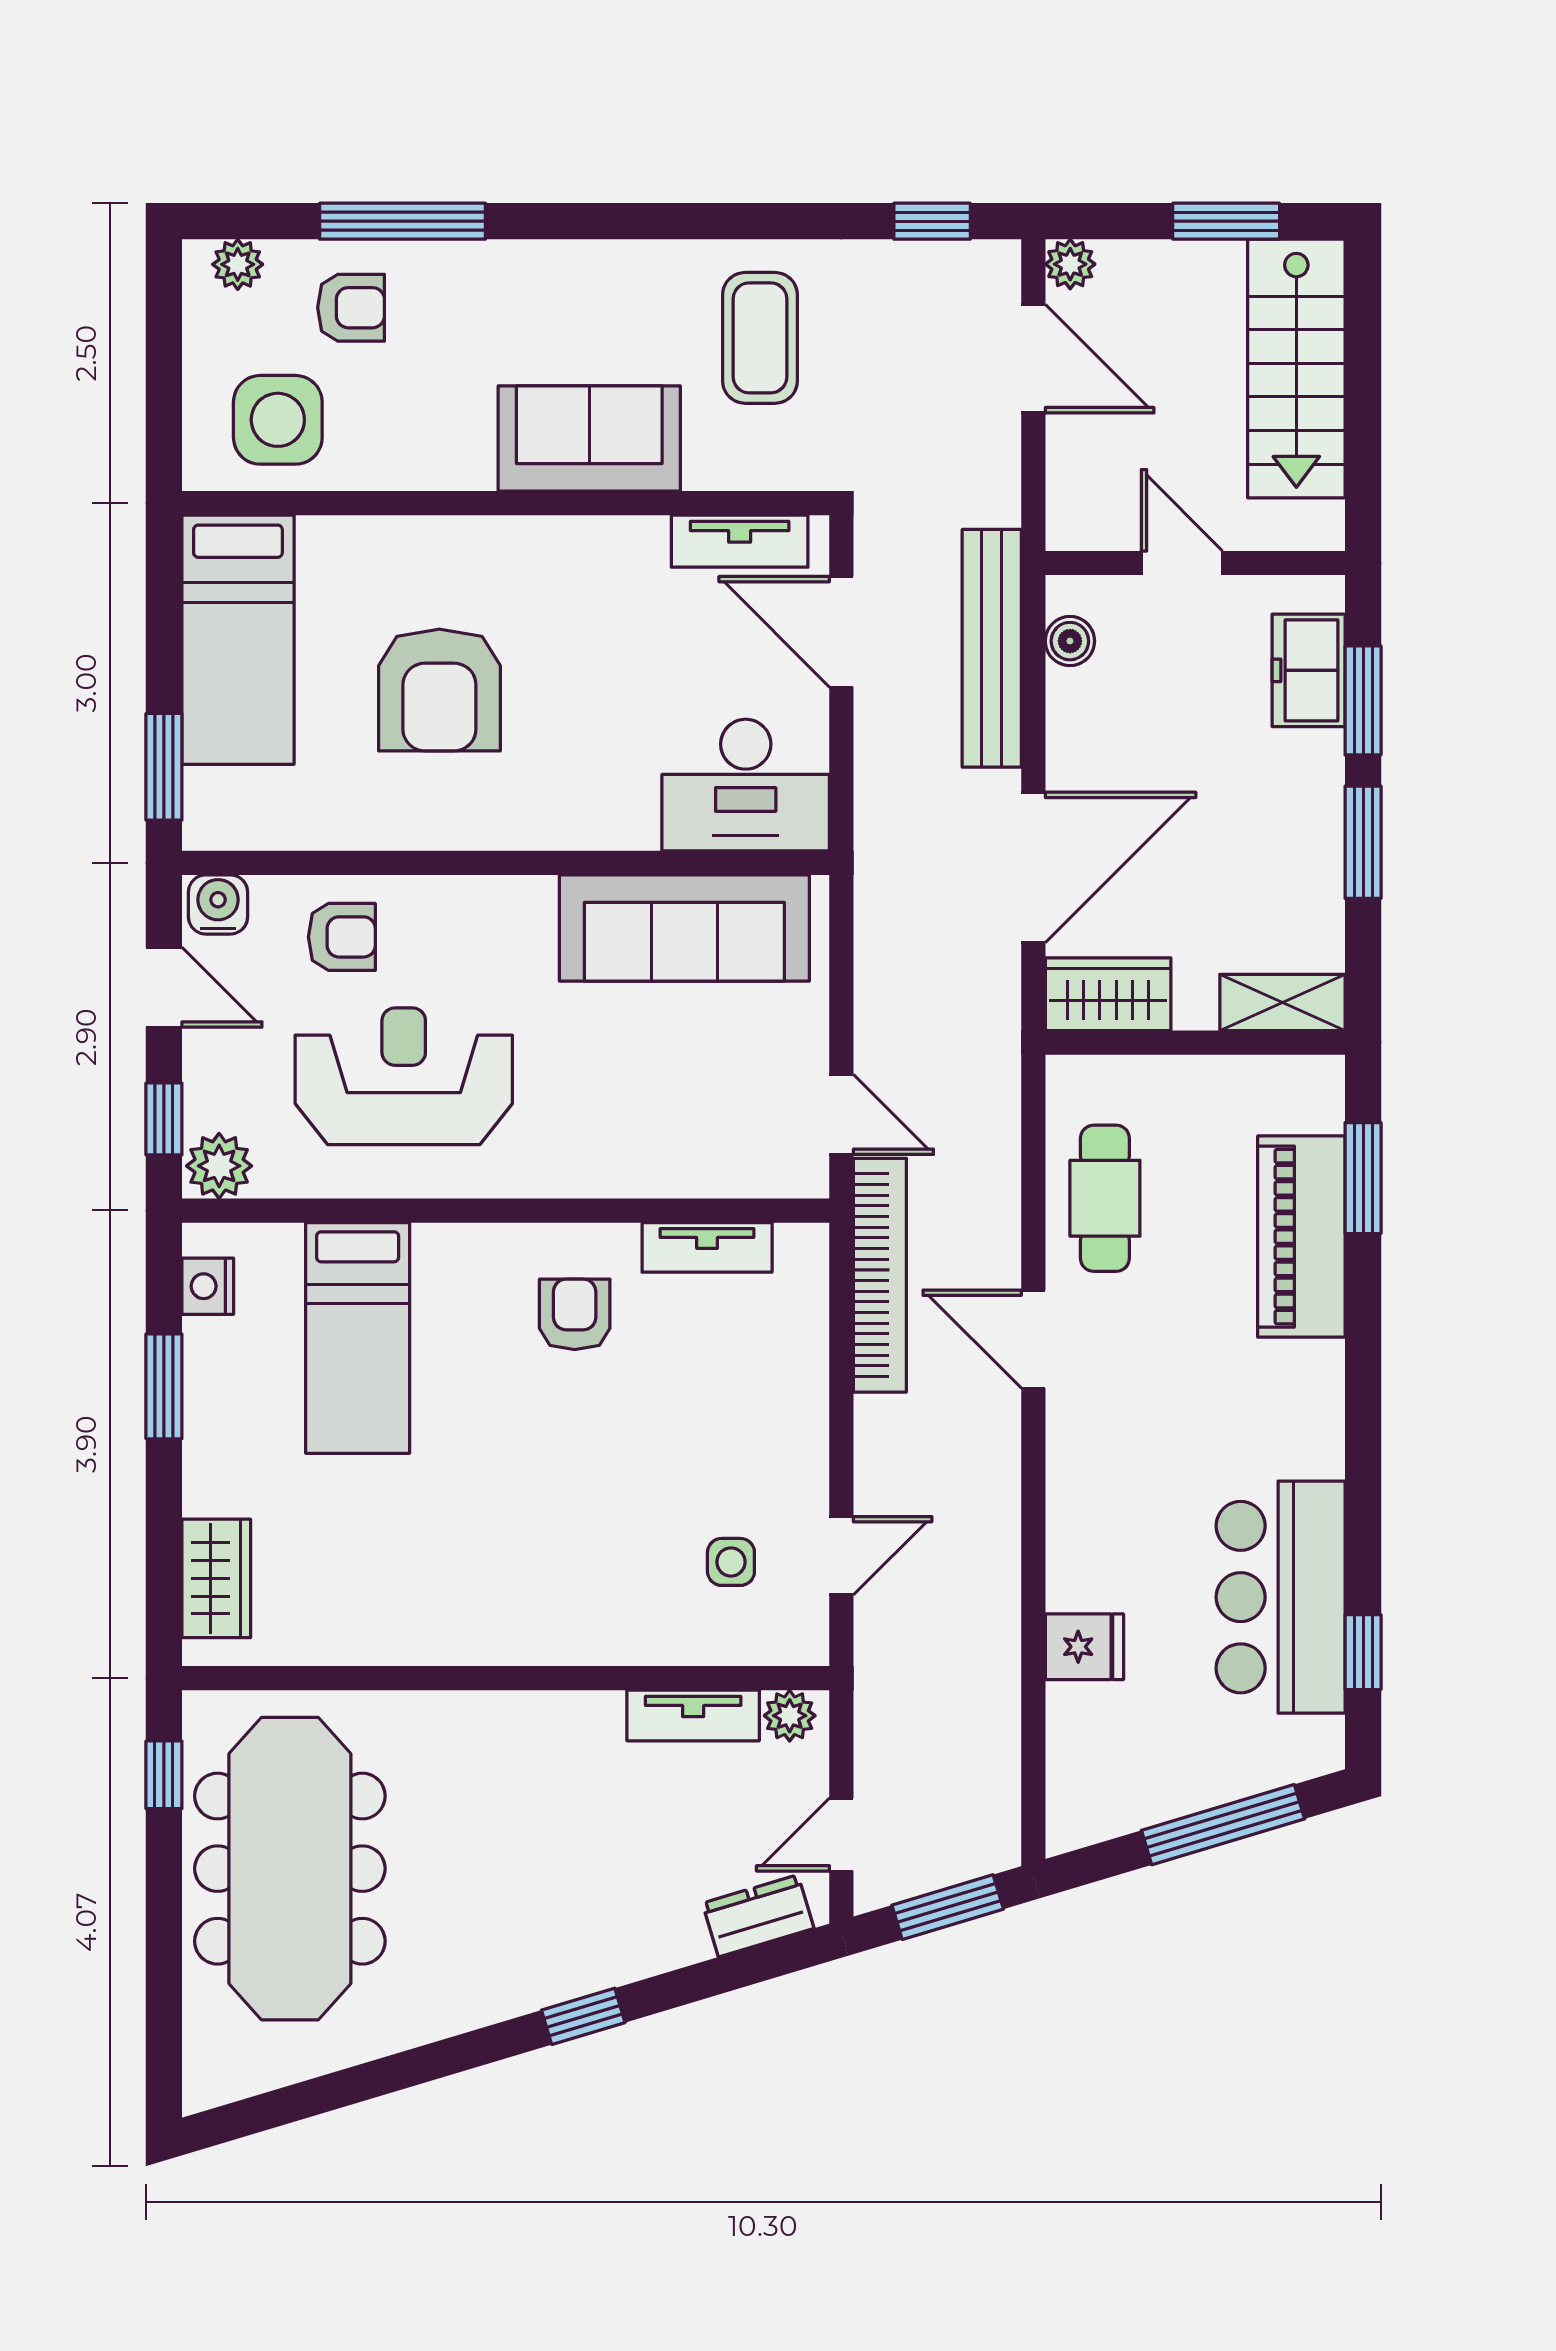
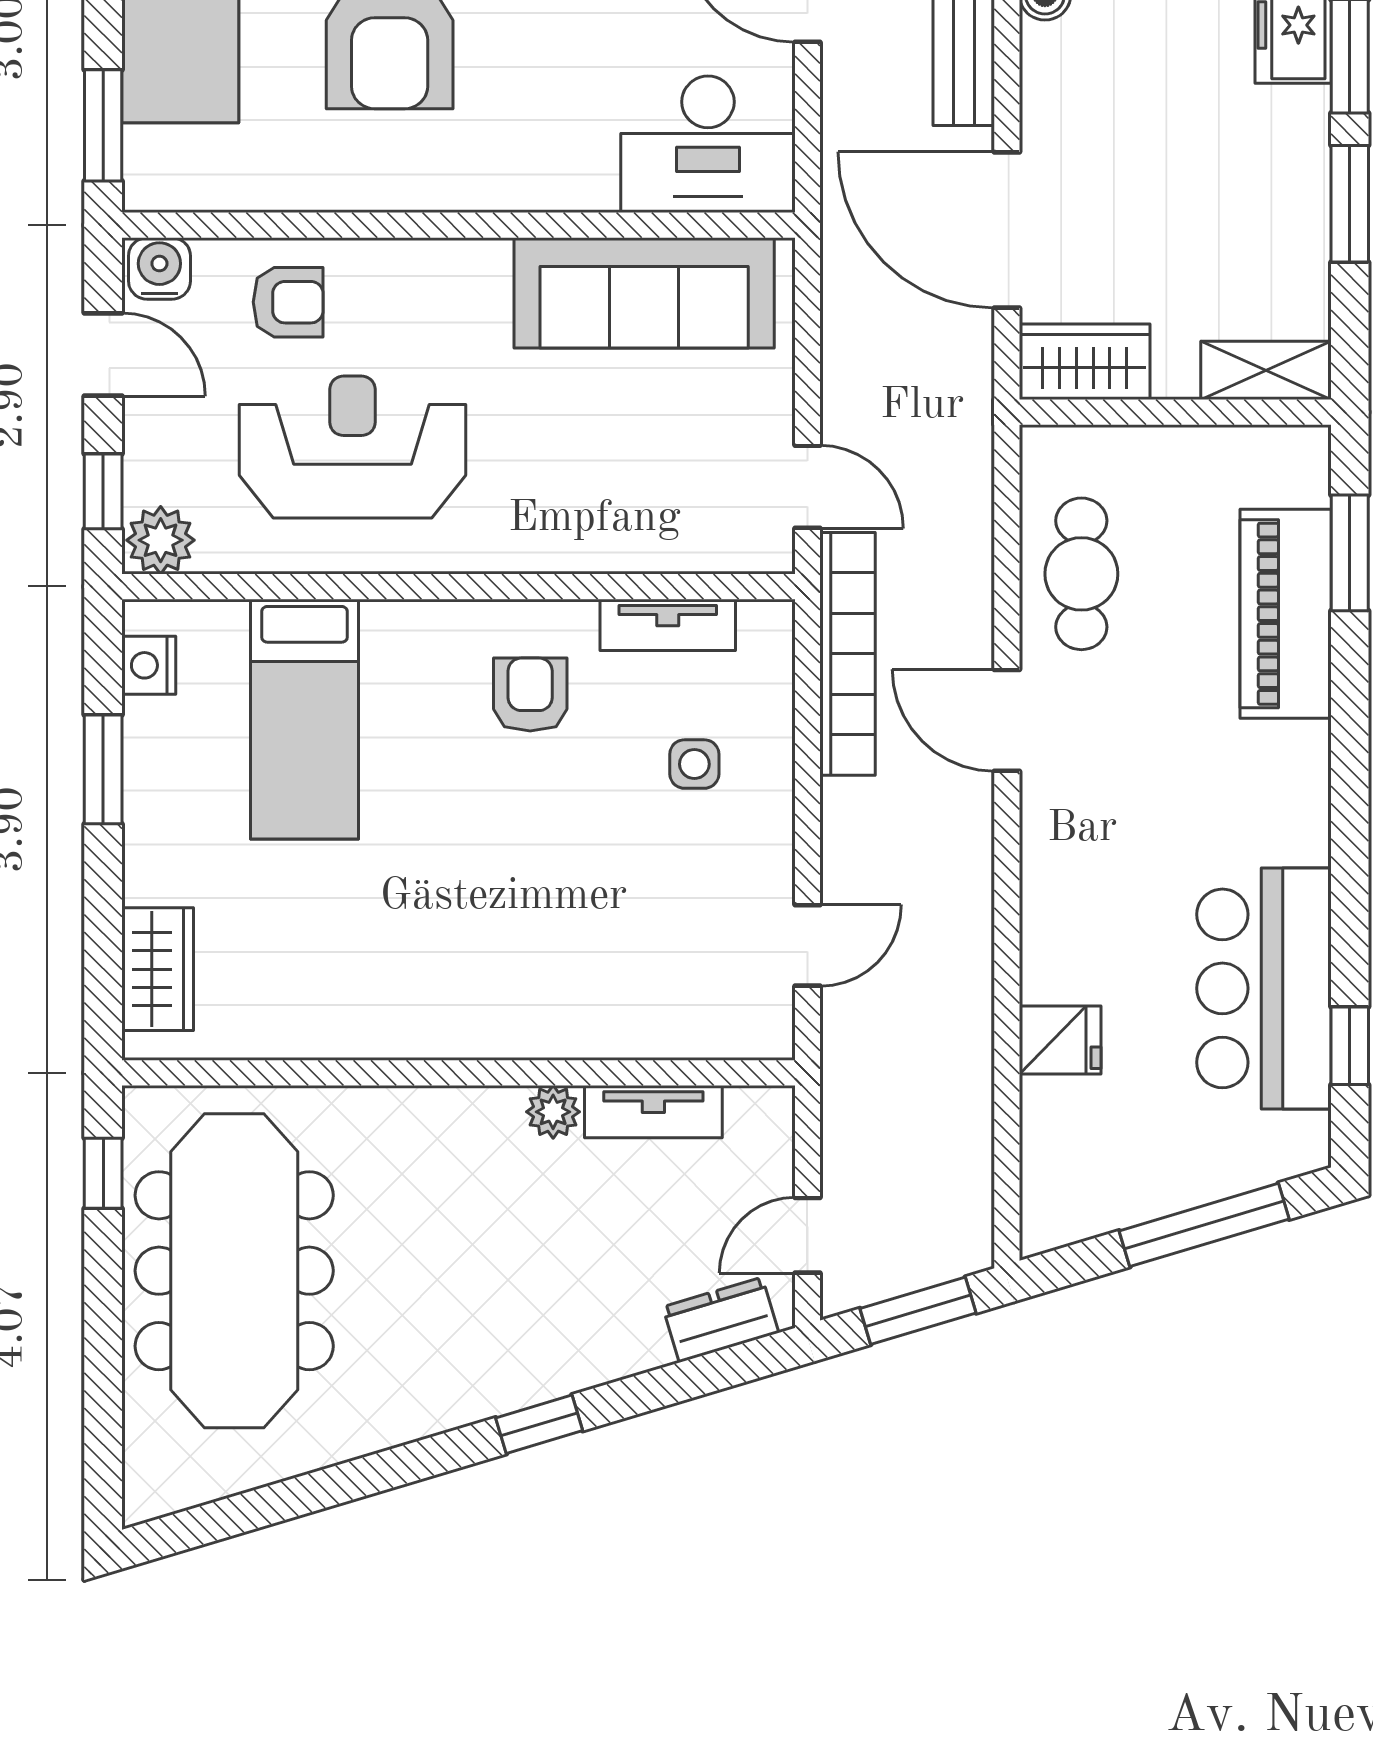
door: (1033, 867) -> (1007, 230), swing flipped
side table: (731, 1562) -> (694, 764), moved
plant: (790, 1716) -> (553, 1112), moved

